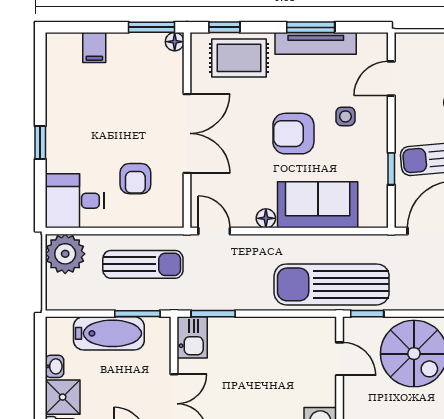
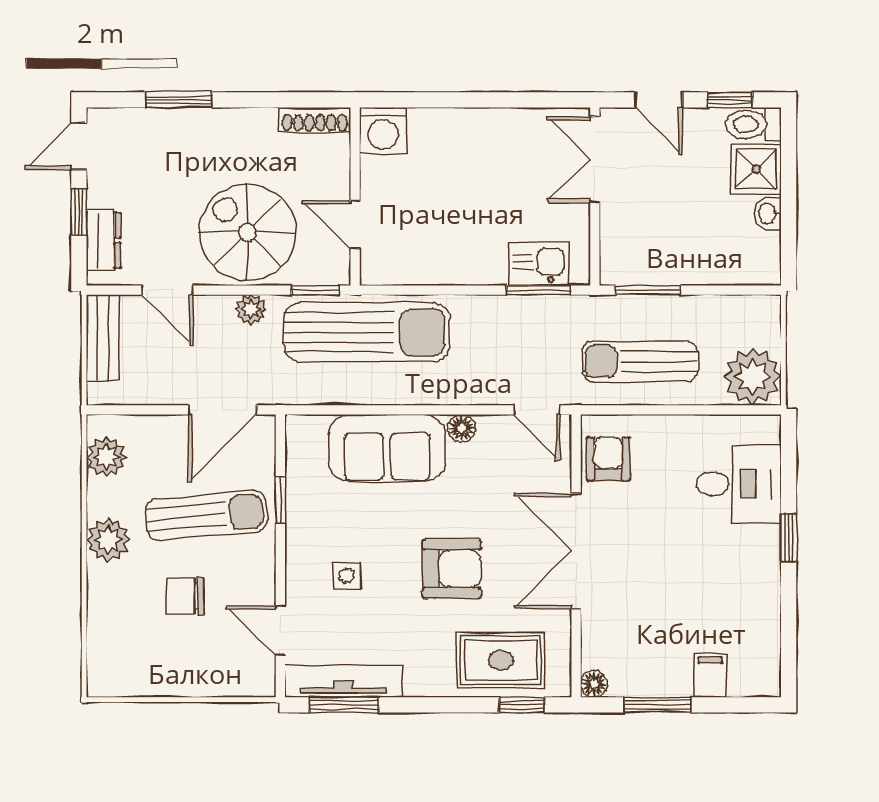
window: (151, 27) -> (658, 705), moved
window: (311, 27) -> (344, 705), moved
tv unit: (316, 43) -> (344, 681), moved
door: (391, 79) -> (280, 631), swing flipped
armchair: (293, 134) -> (452, 569), moved
armchair: (135, 179) -> (608, 459), moved
desk: (75, 201) -> (739, 484), moved
plant: (411, 300) -> (251, 310), added
bathtub: (109, 333) -> (689, 261), removed
kitchen sink: (192, 337) -> (539, 264), moved, turned 90

